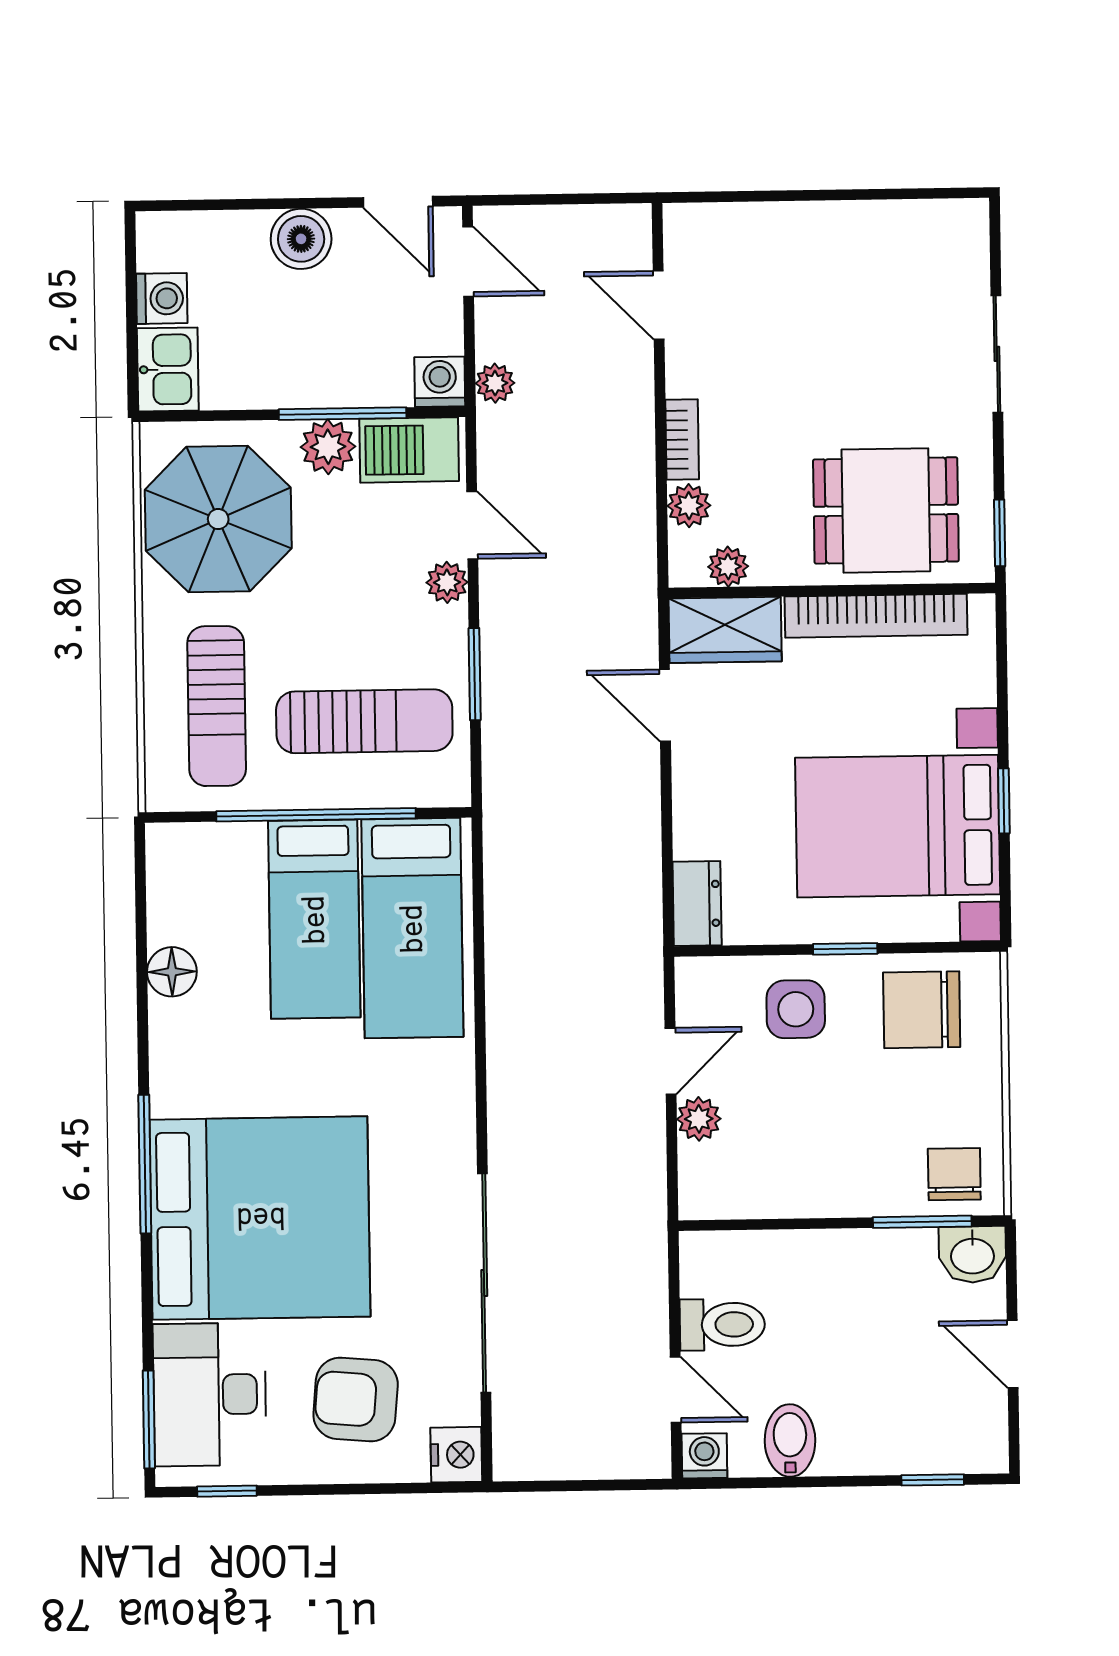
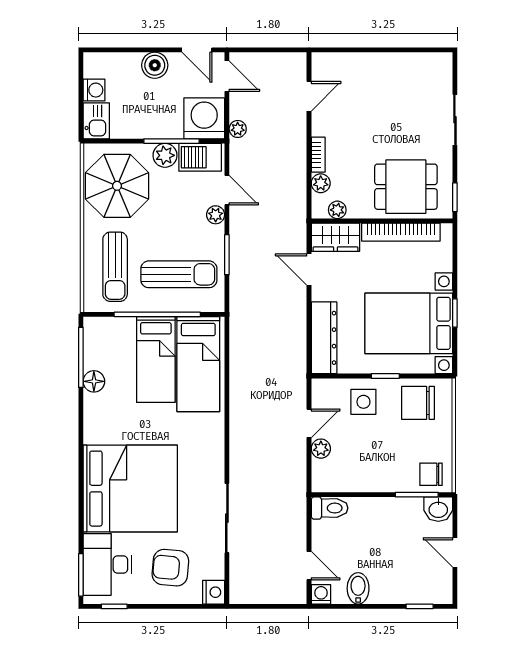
door: (659, 305) -> (309, 96), swing flipped
washing machine: (440, 382) -> (204, 118), width x1.89, depth x1.89
dresser: (697, 904) -> (324, 338), width x1.96, depth x1.24
window: (145, 1164) -> (81, 357), moved
chair: (954, 1174) -> (431, 474), turned -90
sliding door: (484, 1283) -> (227, 518), width x0.73
toilet: (722, 1325) -> (330, 508), moved

